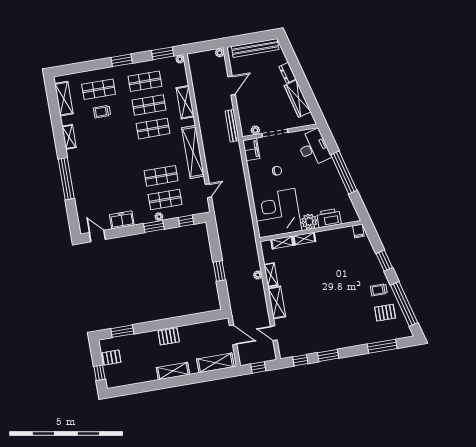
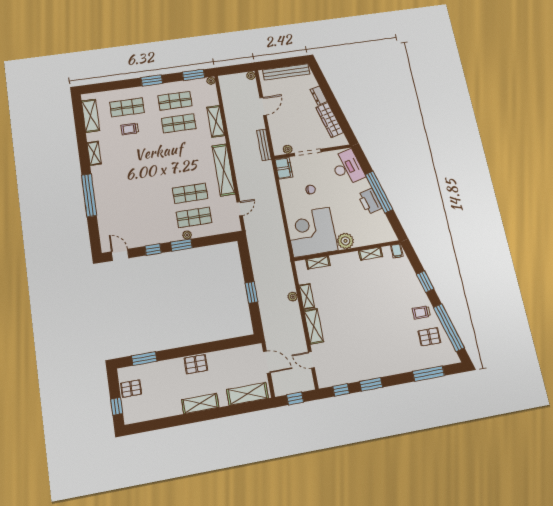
shop shelf: (153, 129) -> (182, 146), removed
printer: (329, 218) -> (370, 201), moved, turned -105
freezer: (122, 220) -> (147, 238), removed
window: (186, 221) -> (153, 250), moved
shelving: (304, 239) -> (371, 254), moved

